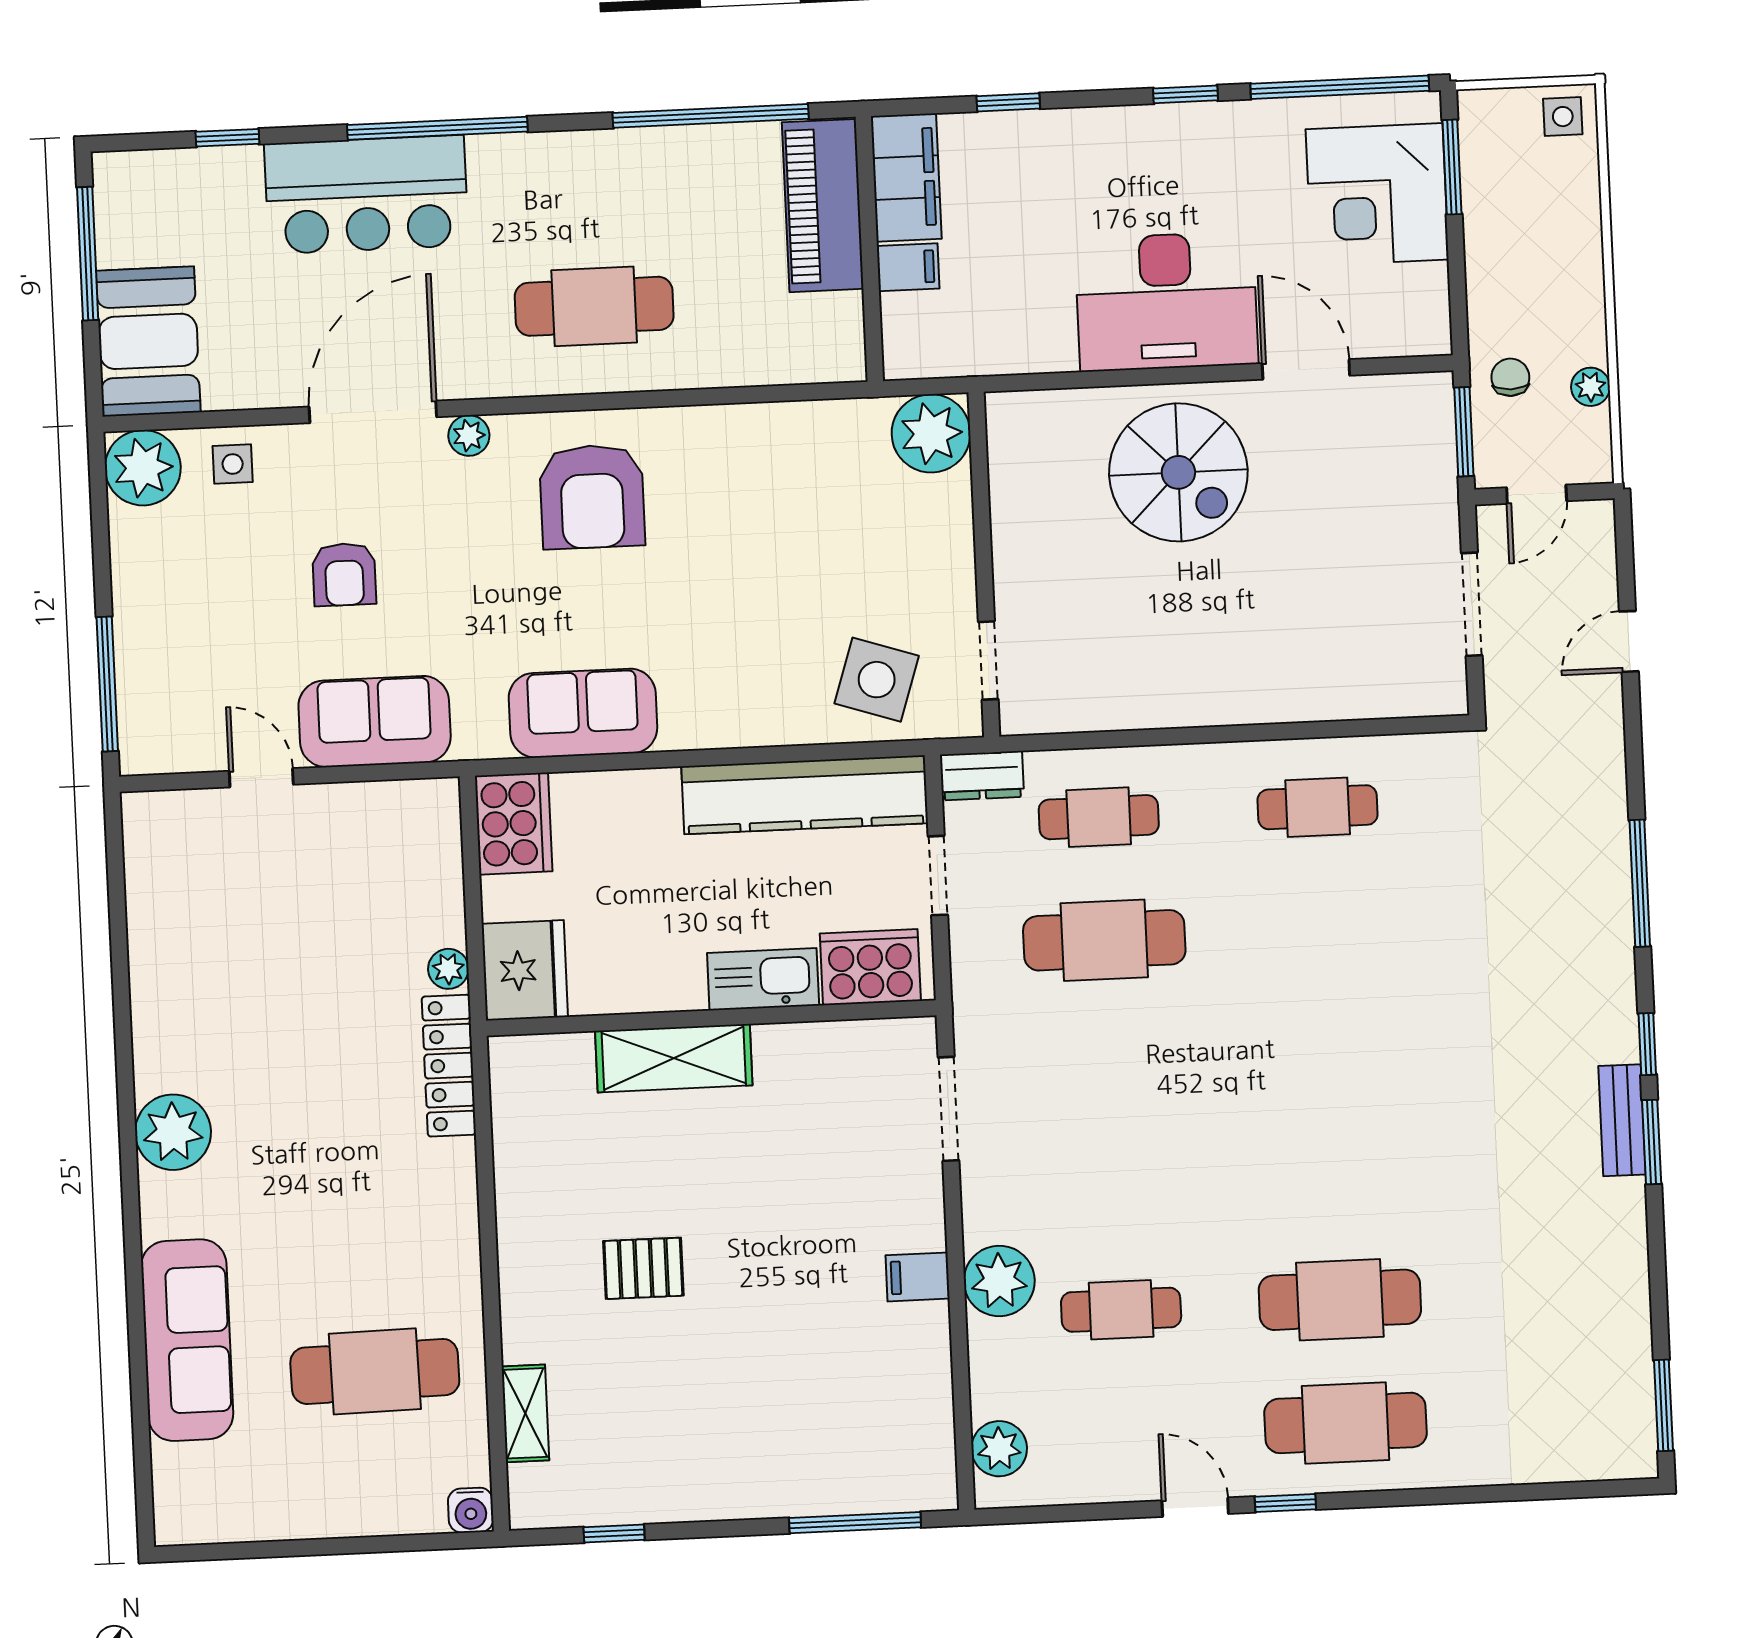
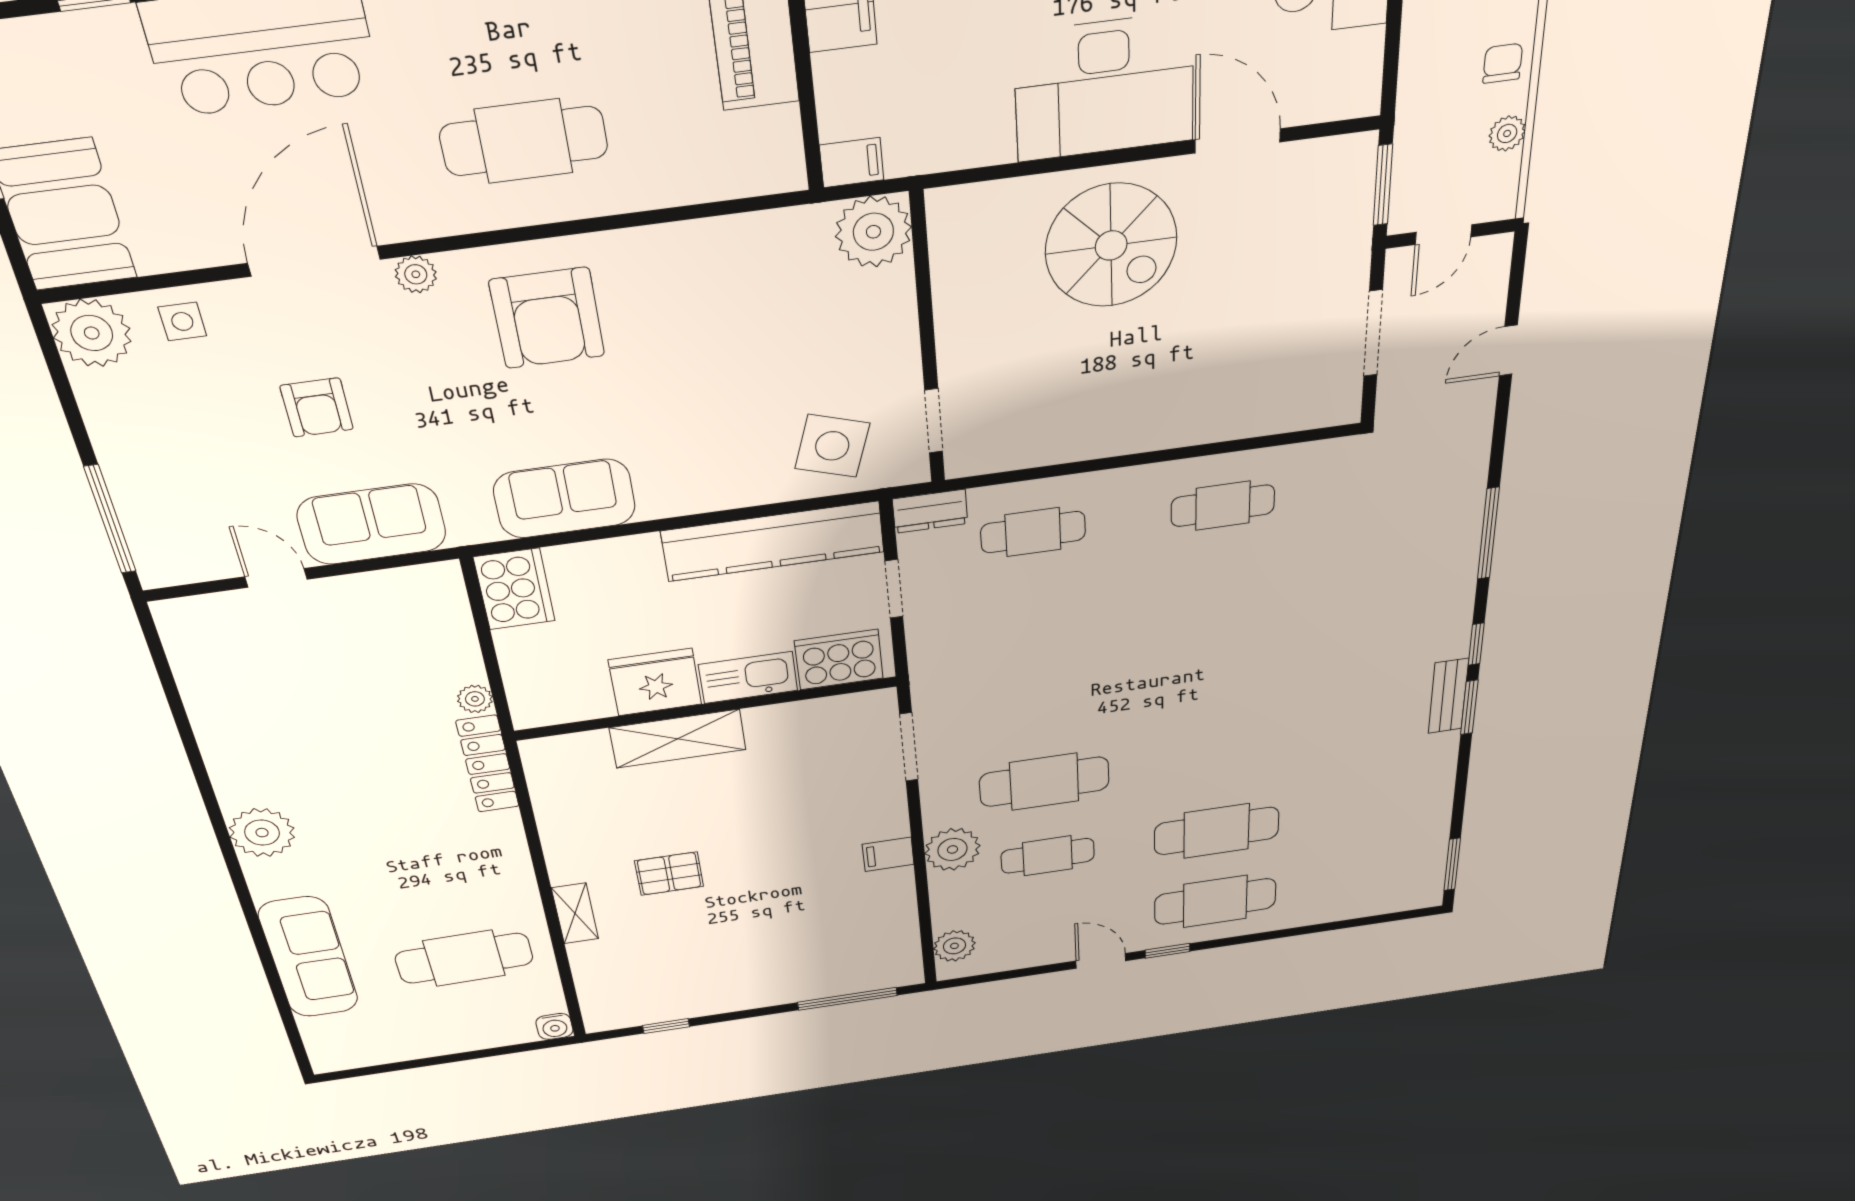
filing cabinet: (908, 267) -> (852, 163), moved
chair: (1510, 377) -> (1503, 63), moved
cafe table: (1104, 940) -> (1044, 782), moved
fridge: (525, 970) -> (655, 682), moved, turned -90
shelving: (525, 1413) -> (575, 913), moved

